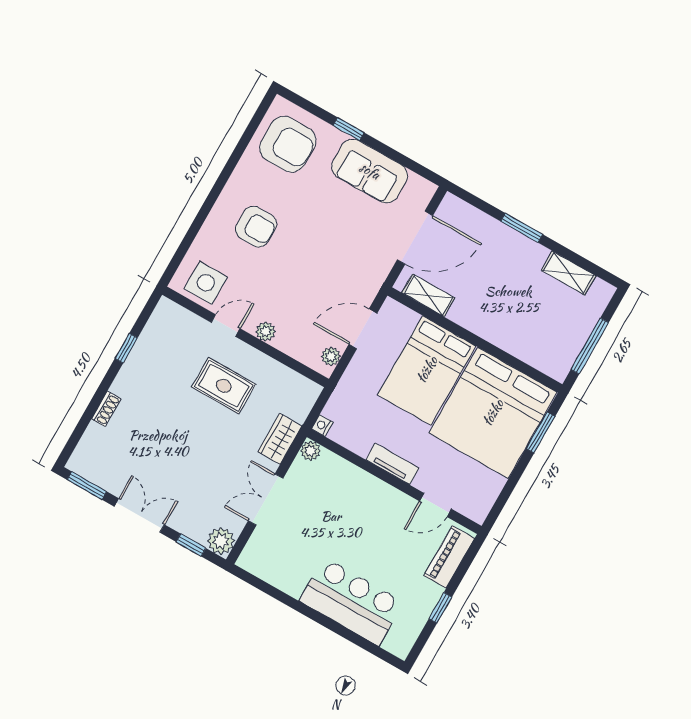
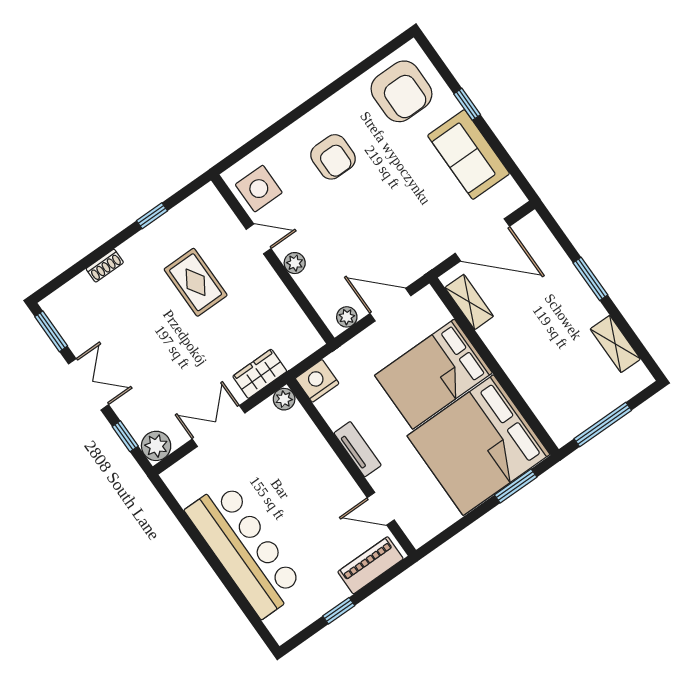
rug: (224, 386) -> (196, 282), moved
nightstand: (322, 426) -> (317, 381), width x1.89, depth x1.79
bar counter: (351, 602) -> (245, 549), width x1.36

